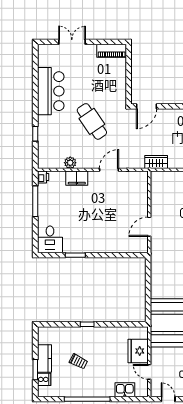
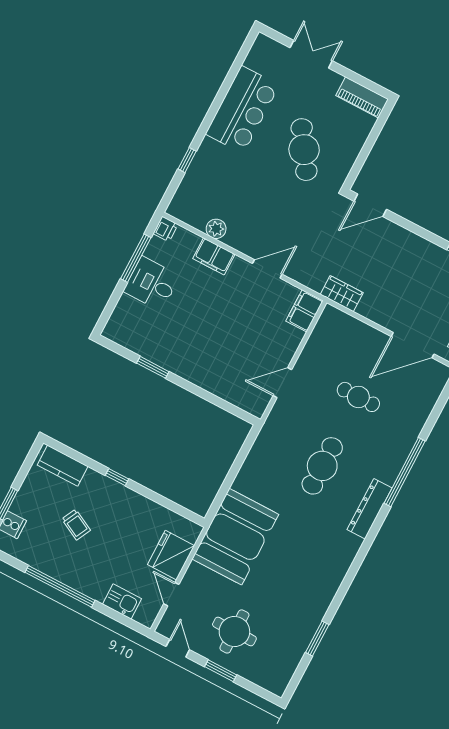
cafe table: (92, 121) -> (304, 150), moved
filing cabinet: (141, 182) -> (305, 311), added
desk: (50, 239) -> (152, 284), moved, turned 90
kitchen counter: (44, 358) -> (63, 466), moved, turned 90

